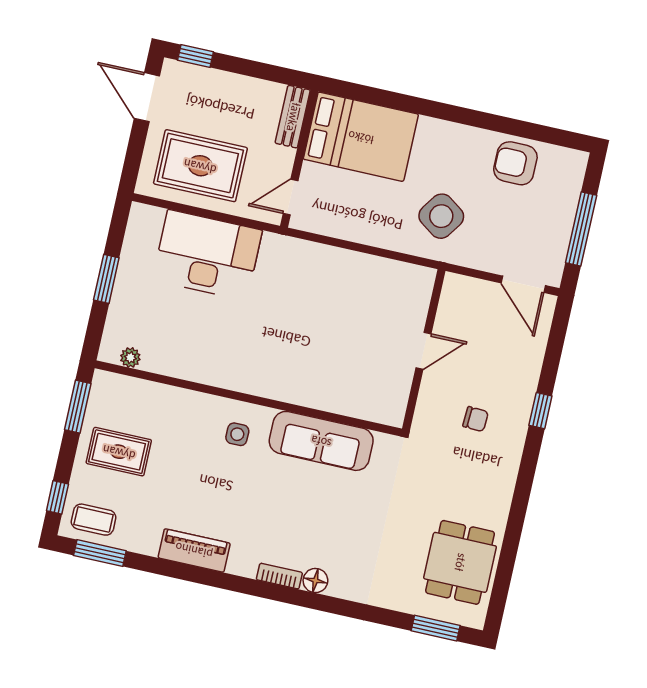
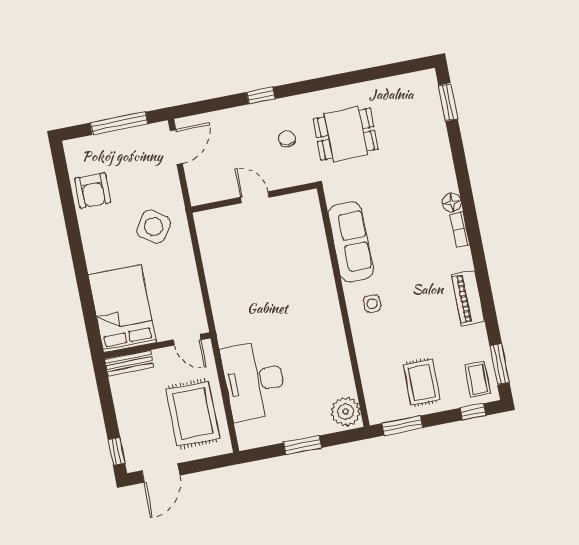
plant: (130, 358) -> (346, 412), width x1.87, depth x1.87
dining table: (460, 562) -> (346, 134), moved

